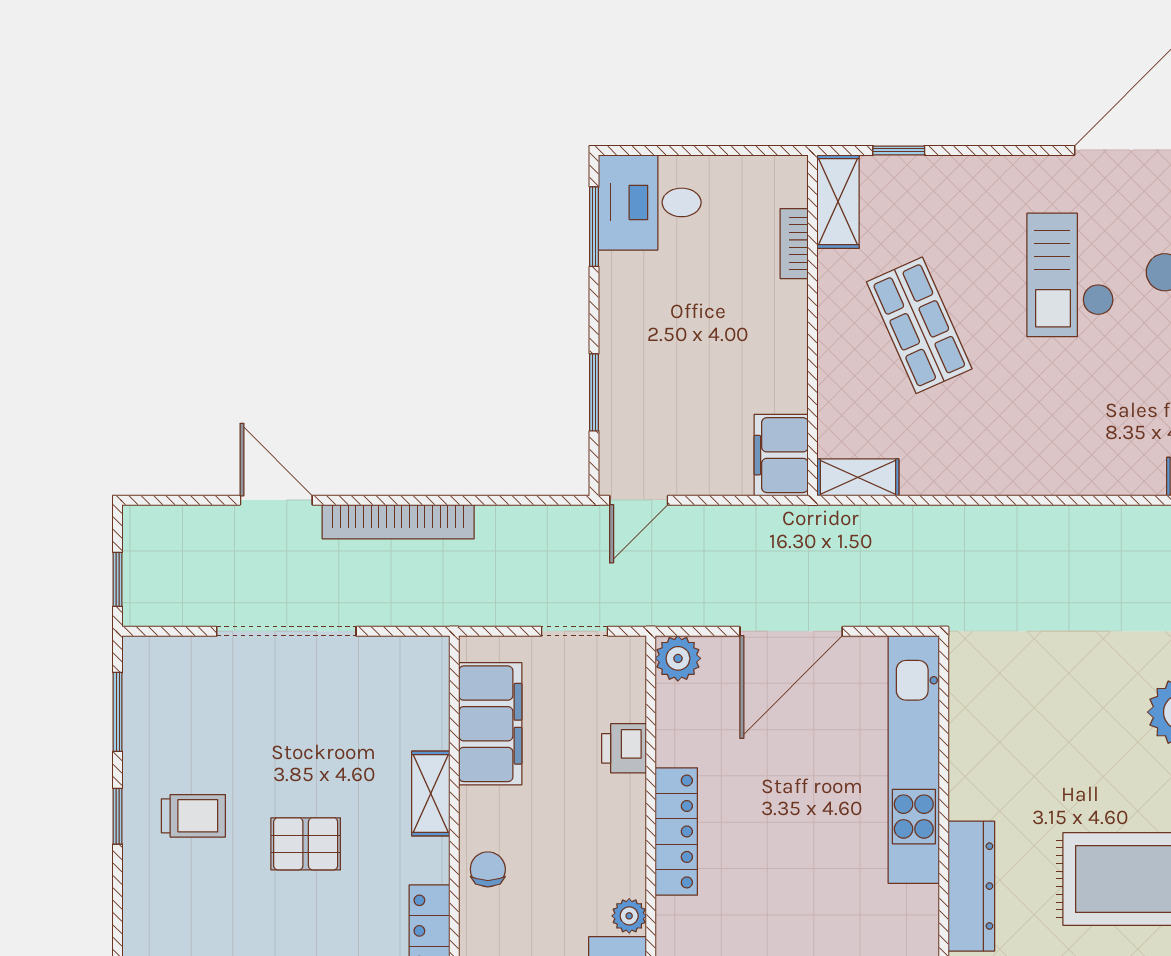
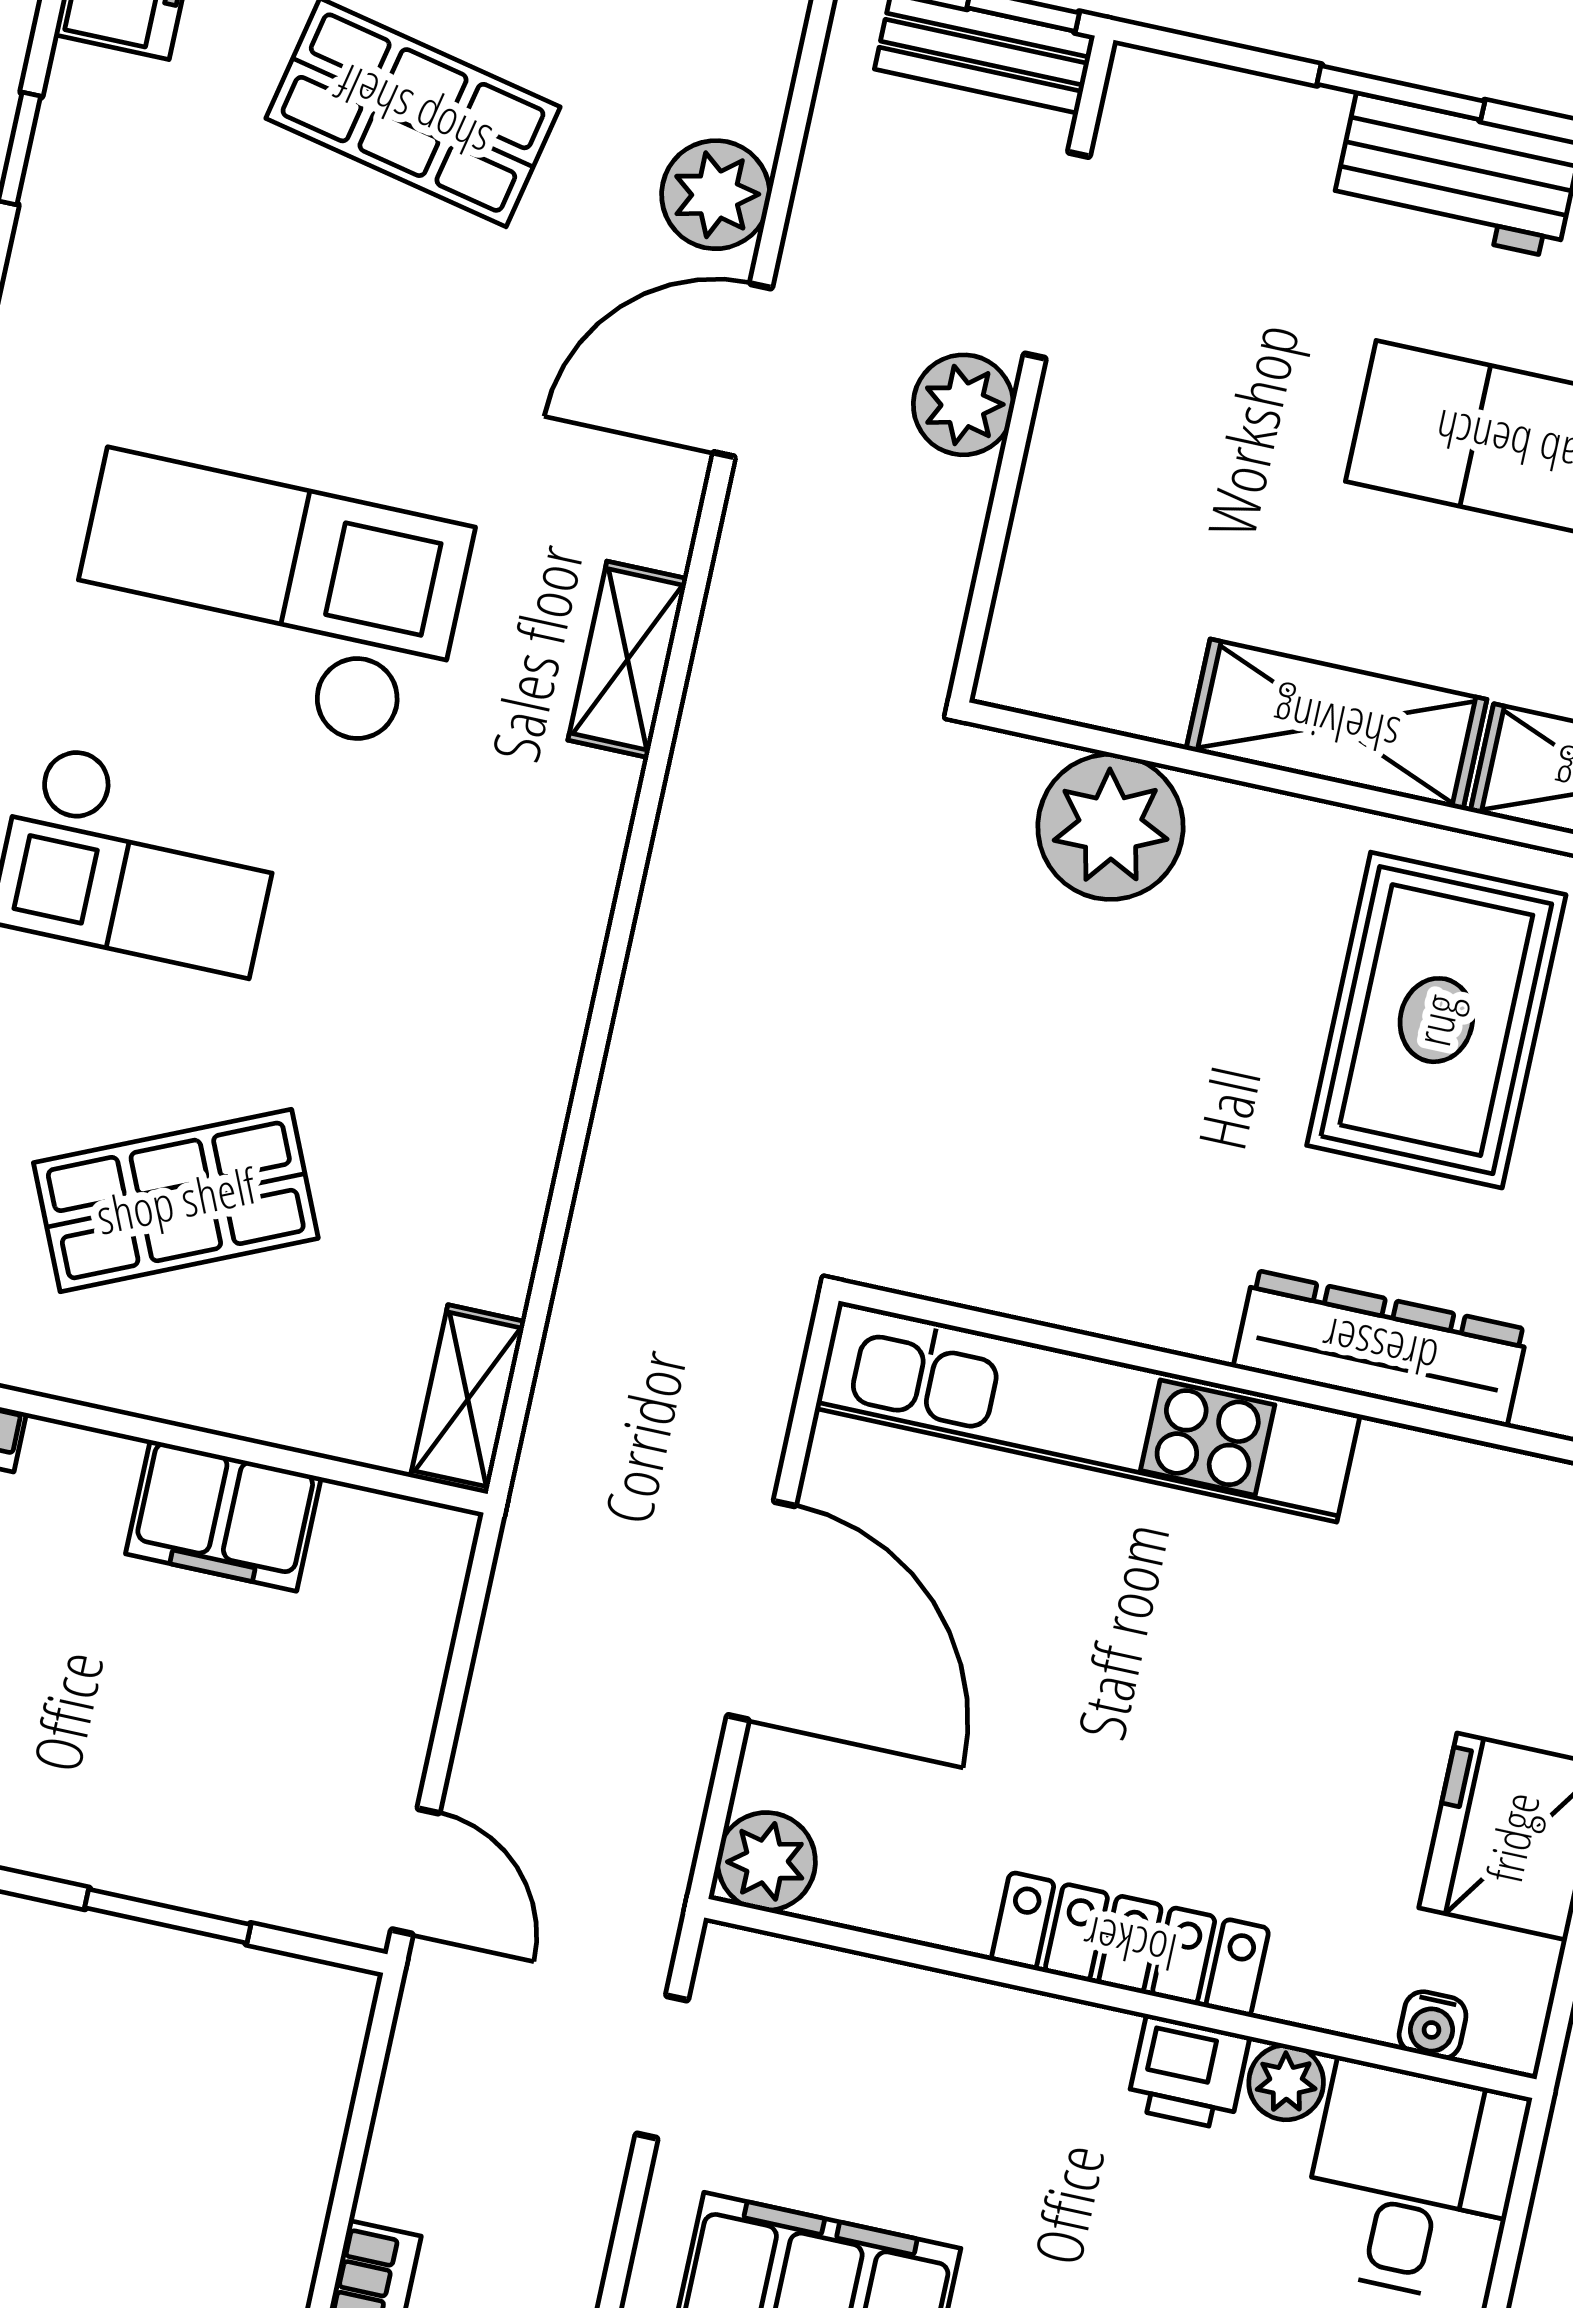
filing cabinet: (781, 455) -> (223, 1516), moved
printer: (624, 748) -> (1188, 2072), moved

